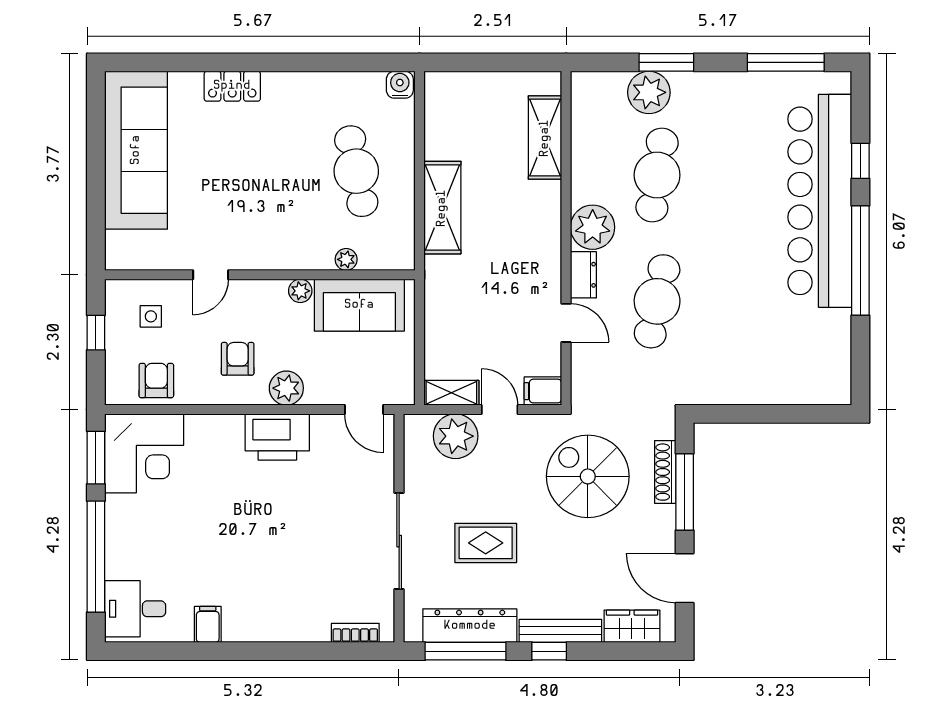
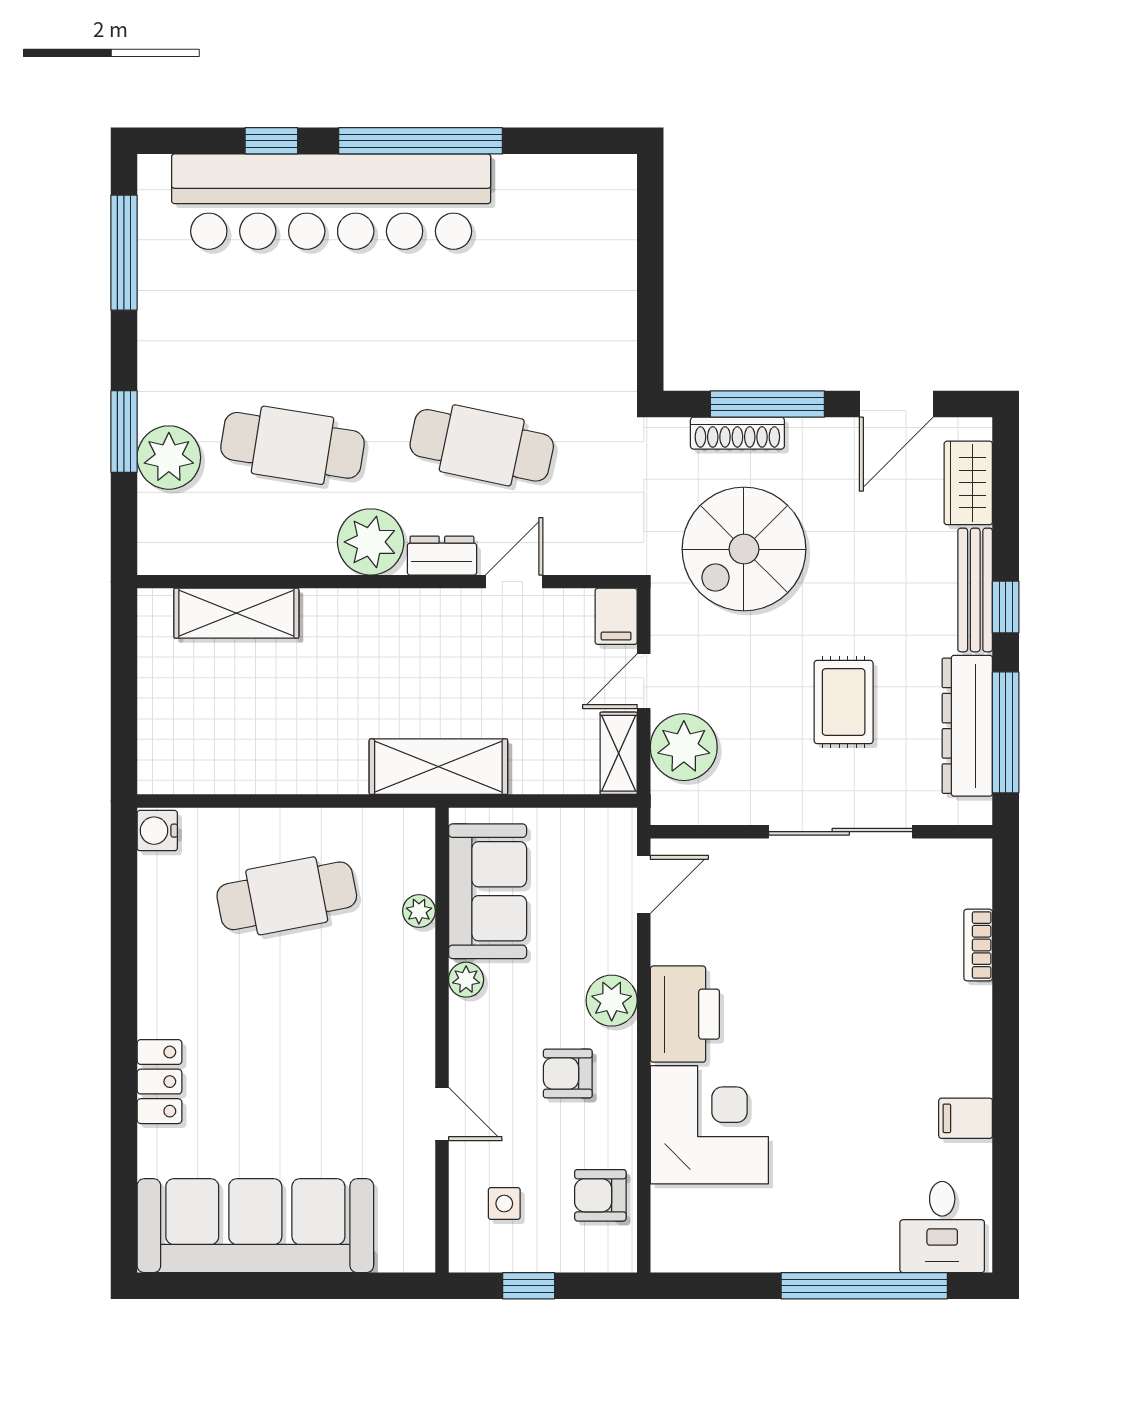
shelving: (442, 208) -> (438, 767), moved
corner desk: (144, 453) -> (709, 1125), moved
window: (96, 458) -> (716, 1286), removed
bookcase: (355, 633) -> (978, 945), moved

